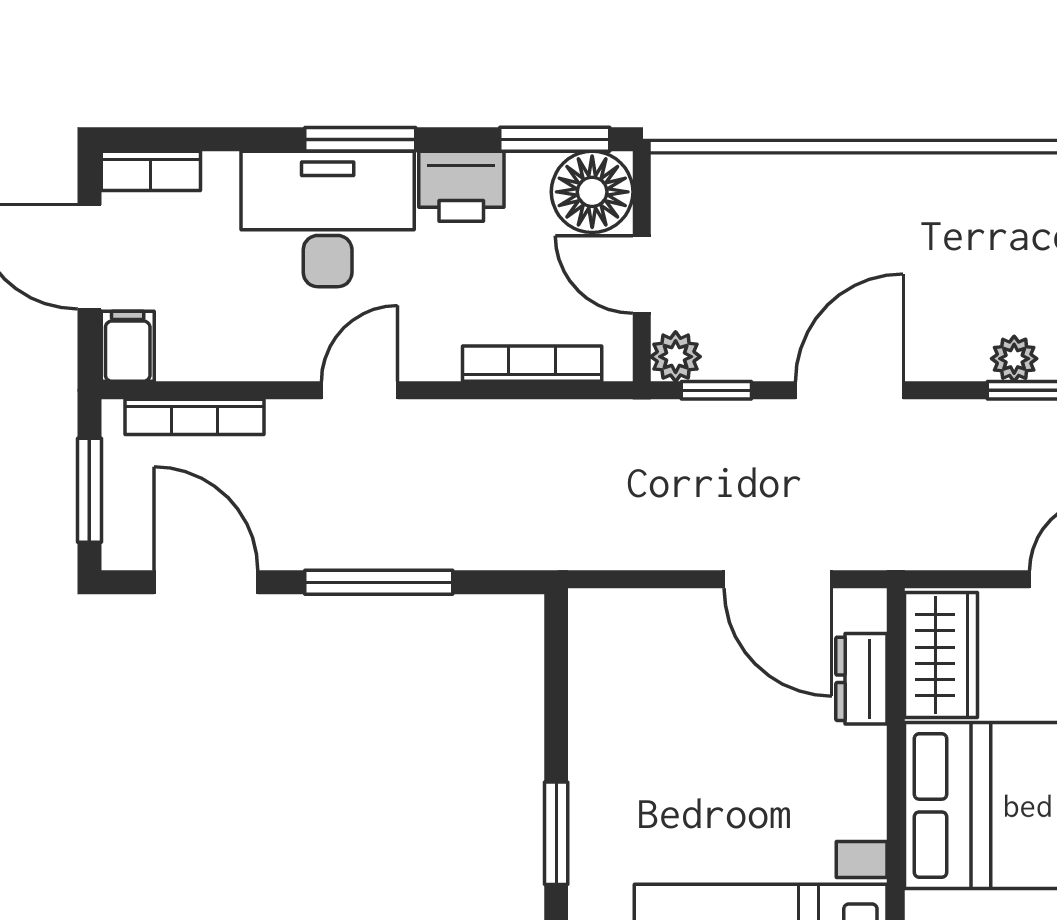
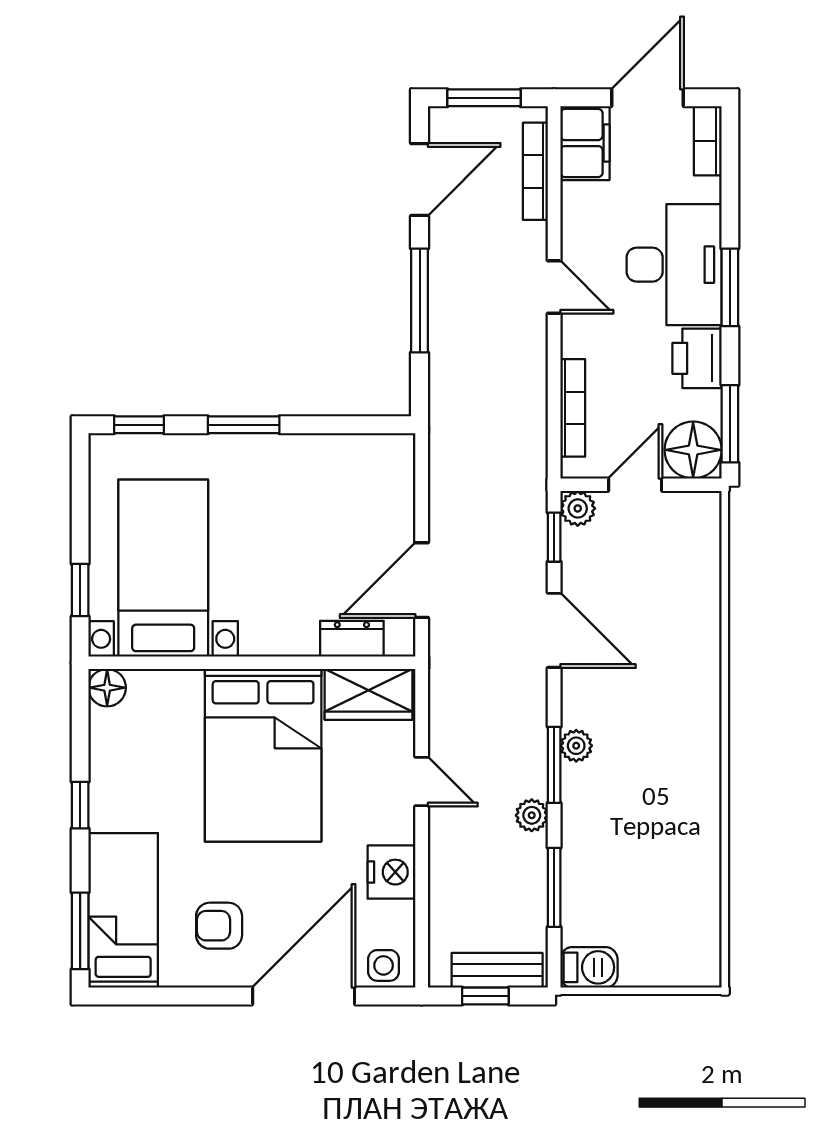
filing cabinet: (128, 346) -> (585, 143), width x2.00

